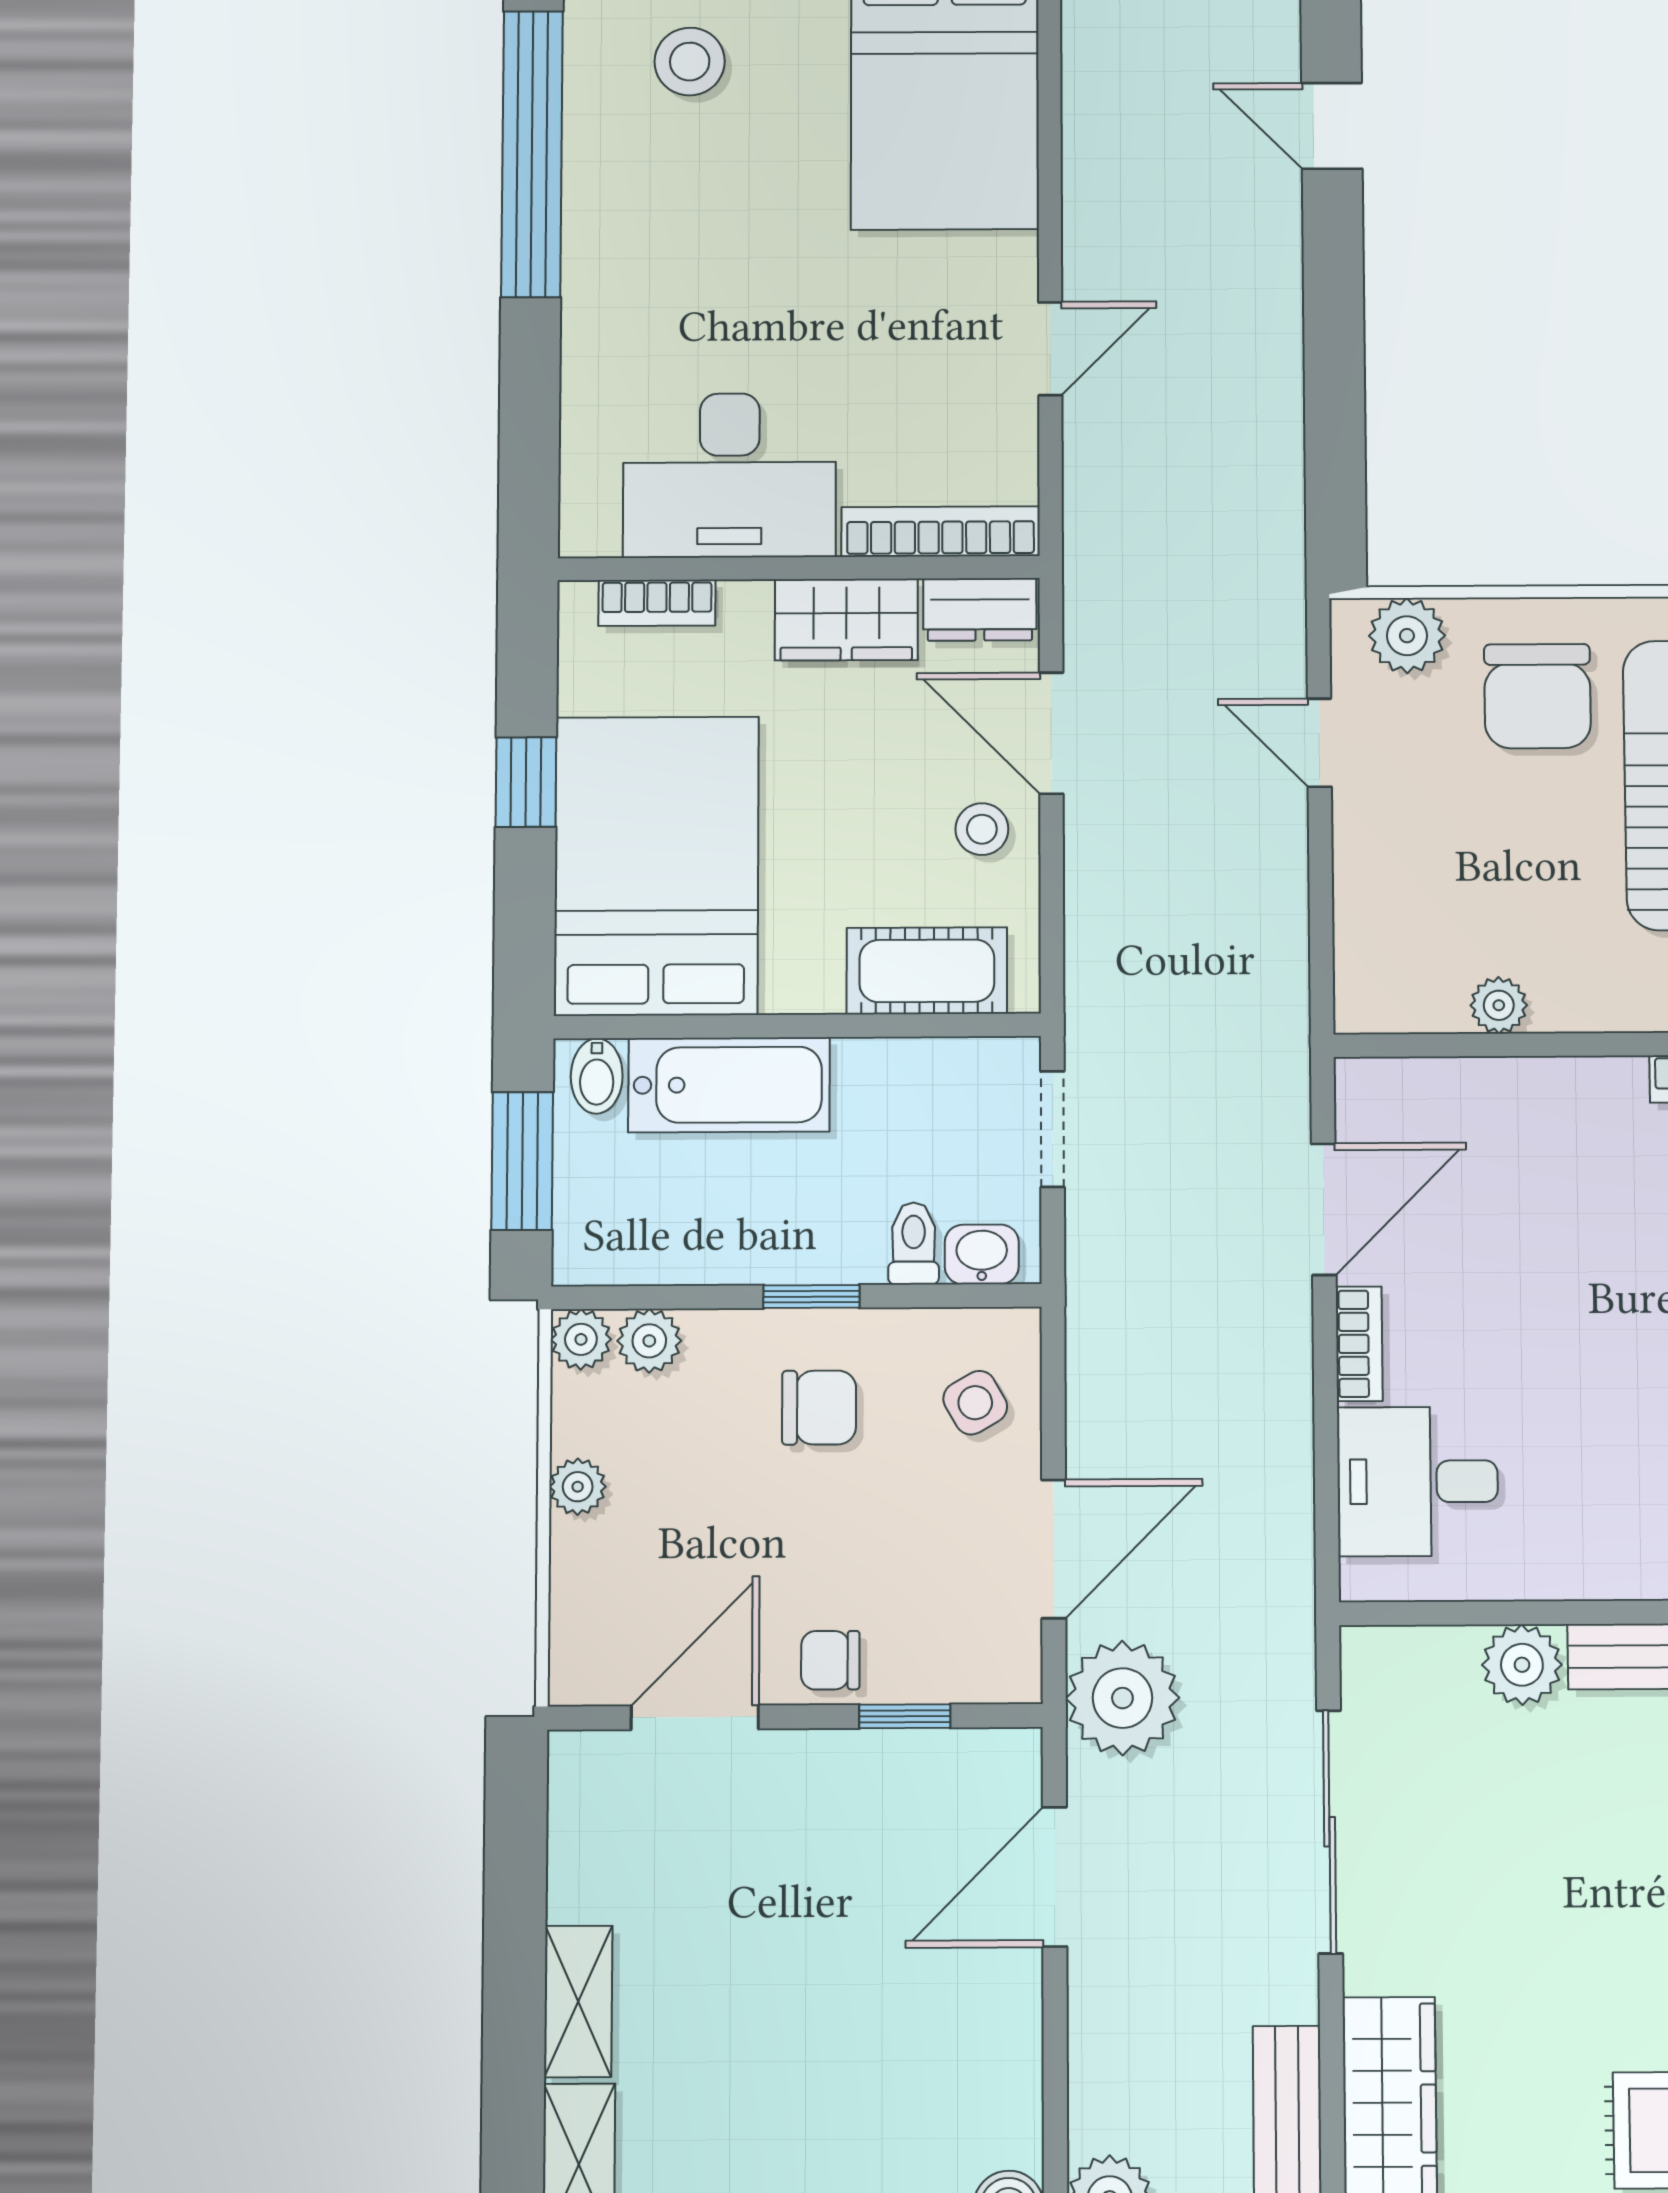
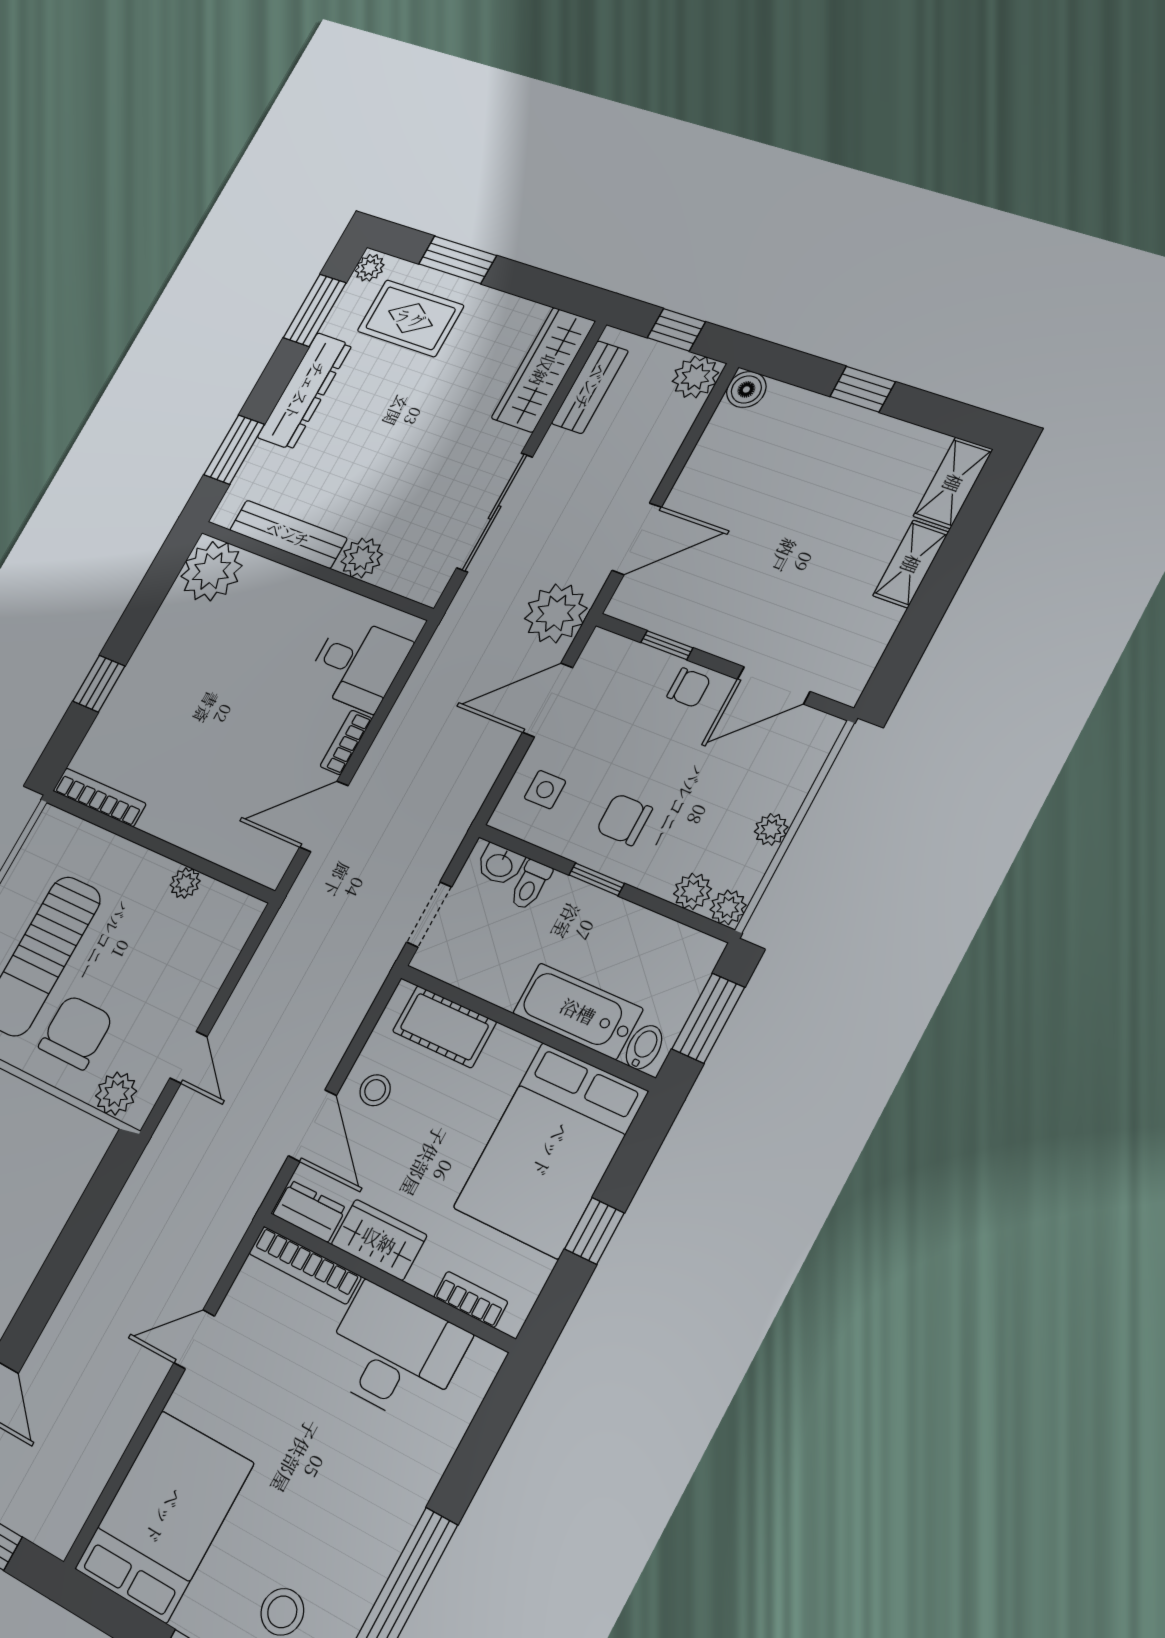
side table: (975, 1403) -> (545, 790), turned 30

